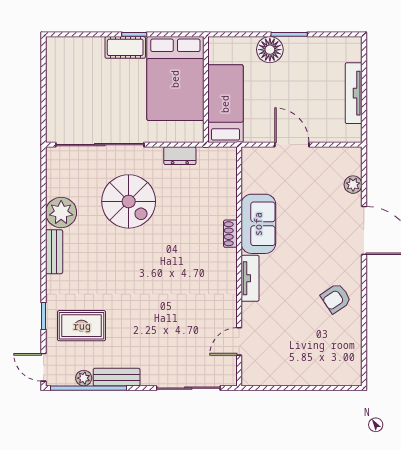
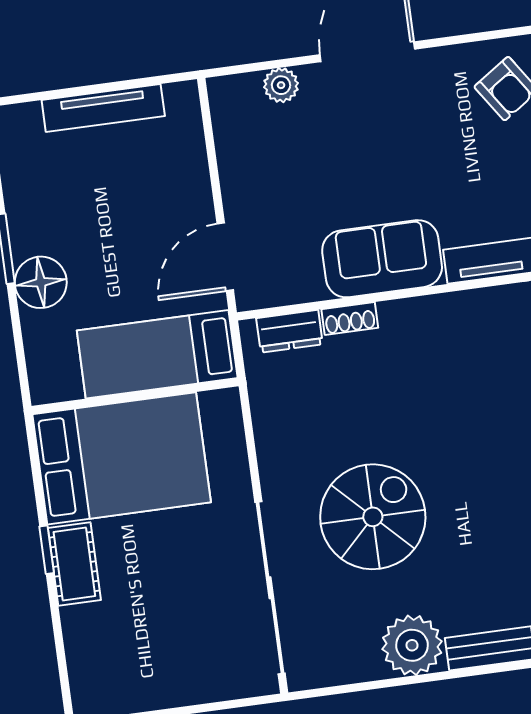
door: (292, 145) -> (225, 257), moved
dresser: (180, 156) -> (289, 331), moved, turned 90
shoe rack: (230, 234) -> (350, 319), moved

